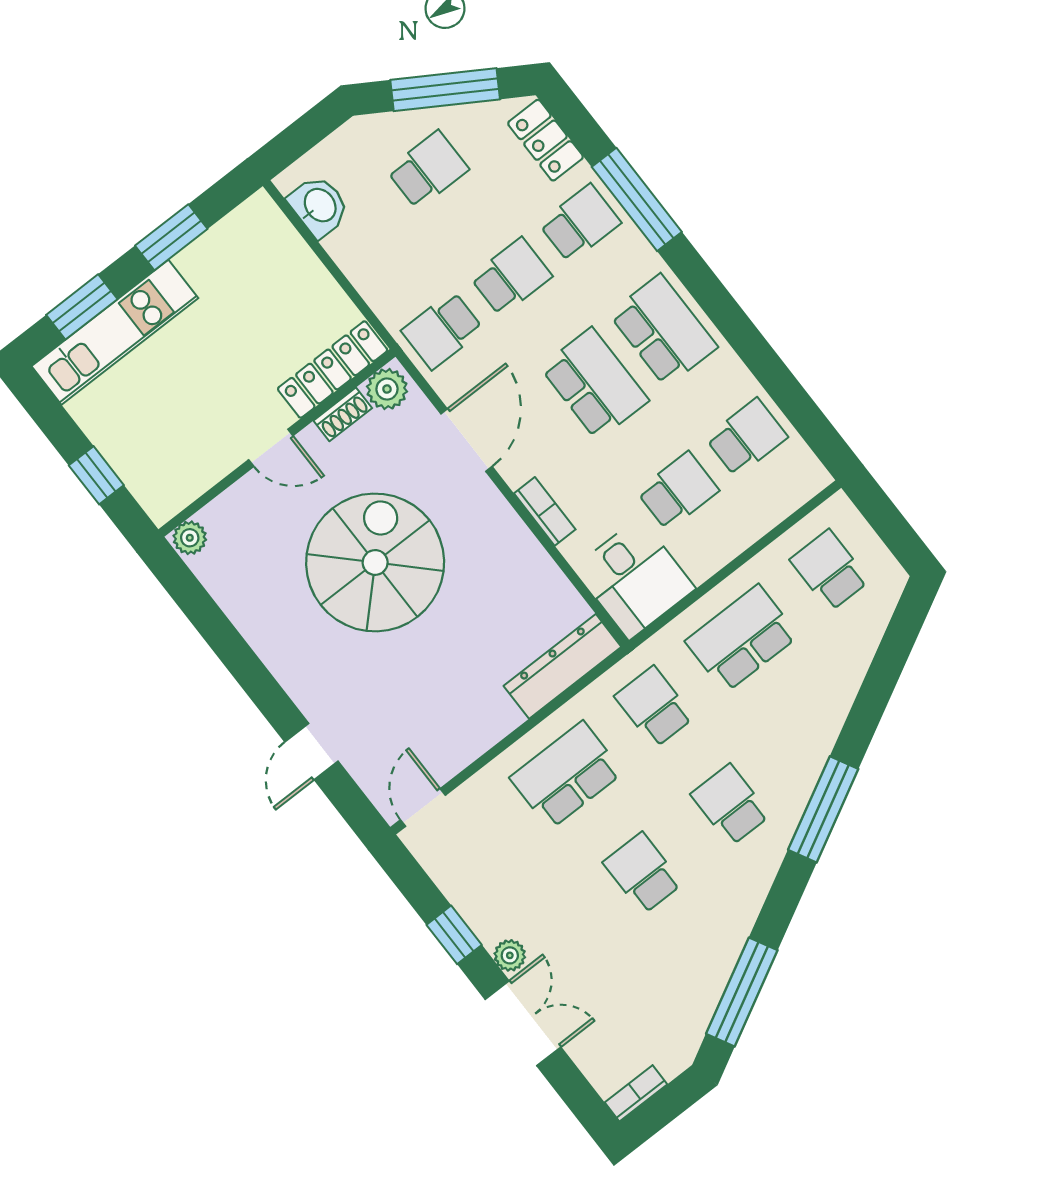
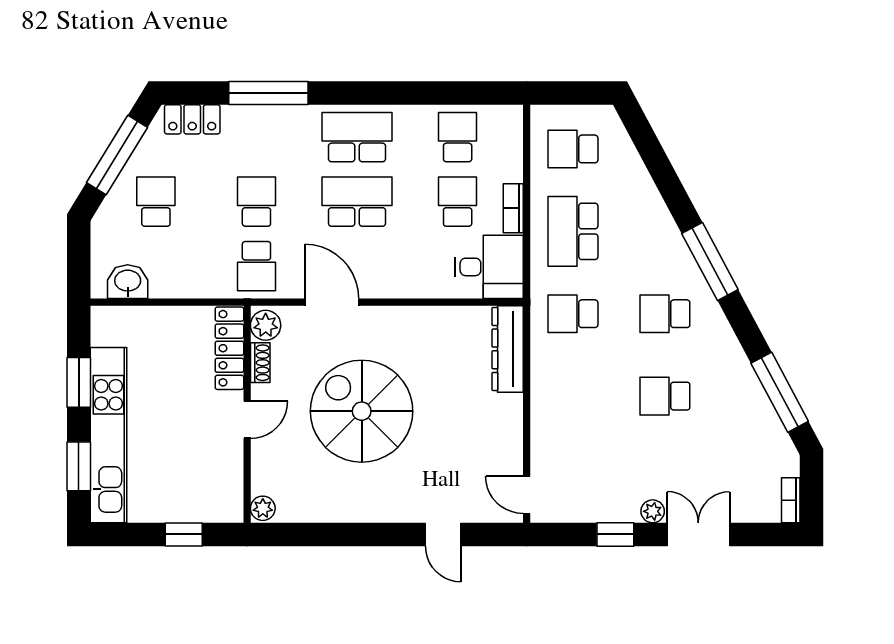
school desk: (580, 223) -> (256, 137), removed
kitchen unit: (115, 332) -> (108, 435), width x1.36
bookcase: (545, 511) -> (513, 208), moved, turned -90
school desk: (566, 775) -> (573, 396), removed

